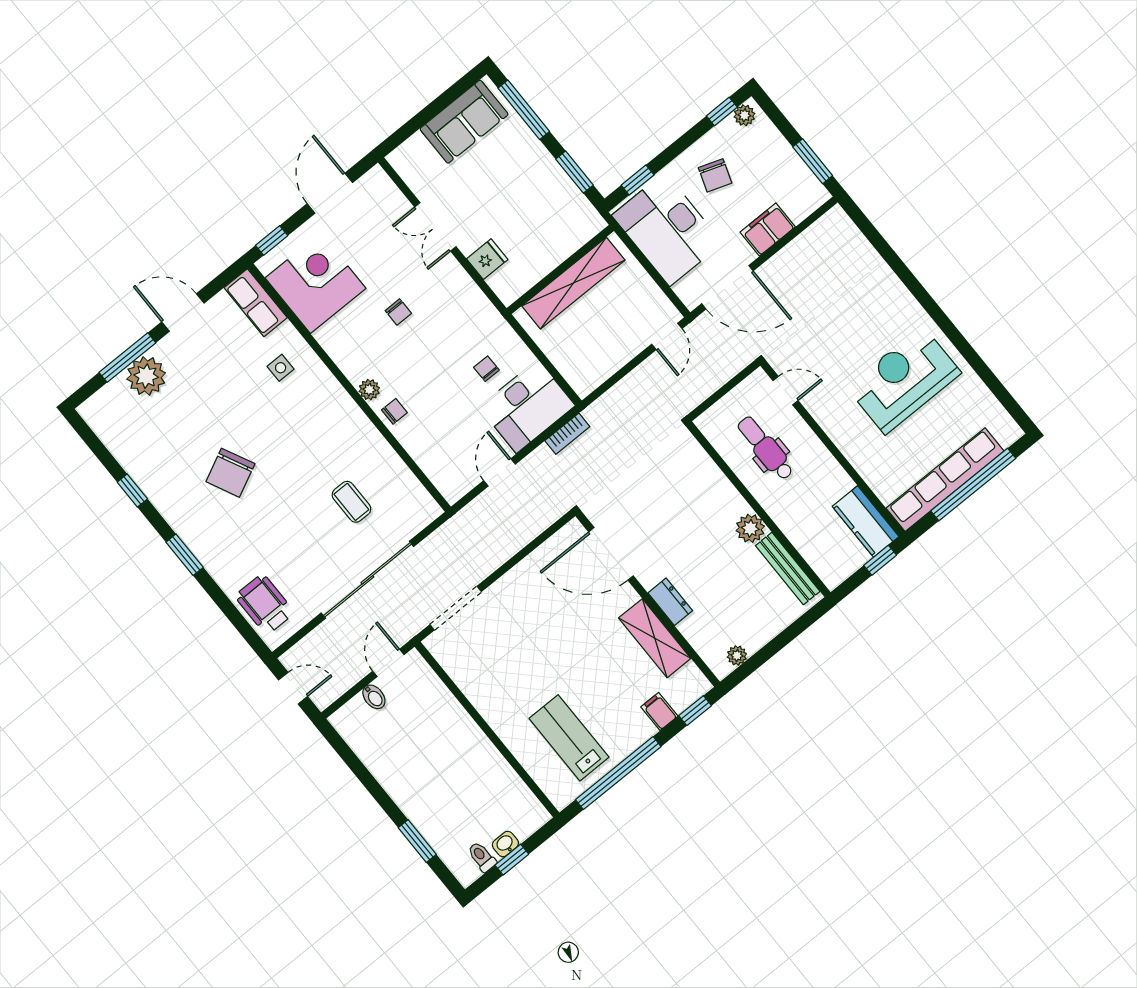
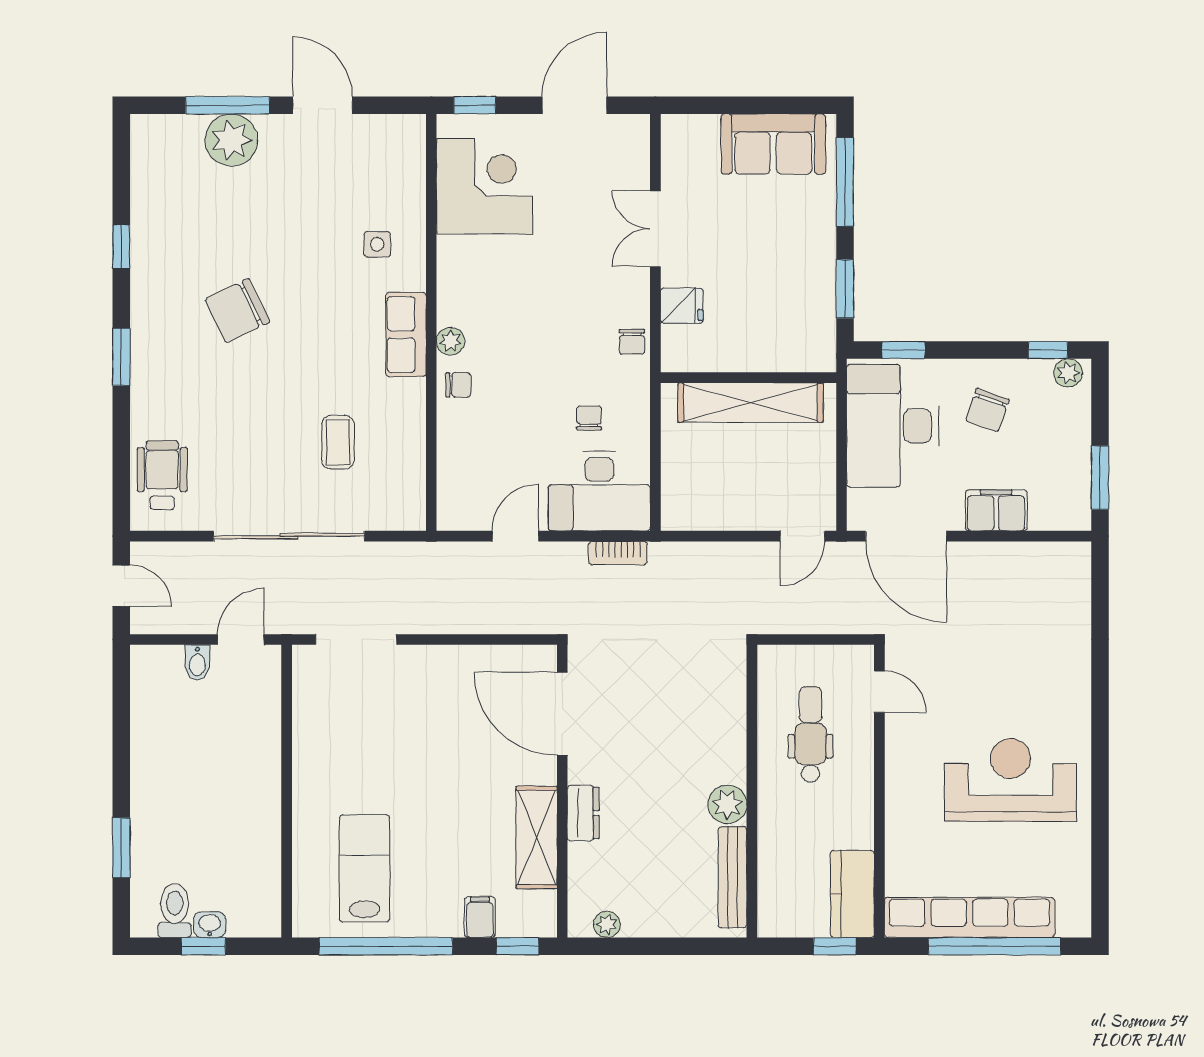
row of seats: (256, 303) -> (406, 334), moved
chair: (398, 312) -> (632, 342), moved
toilet: (482, 857) -> (175, 911), width x1.37, depth x1.39

